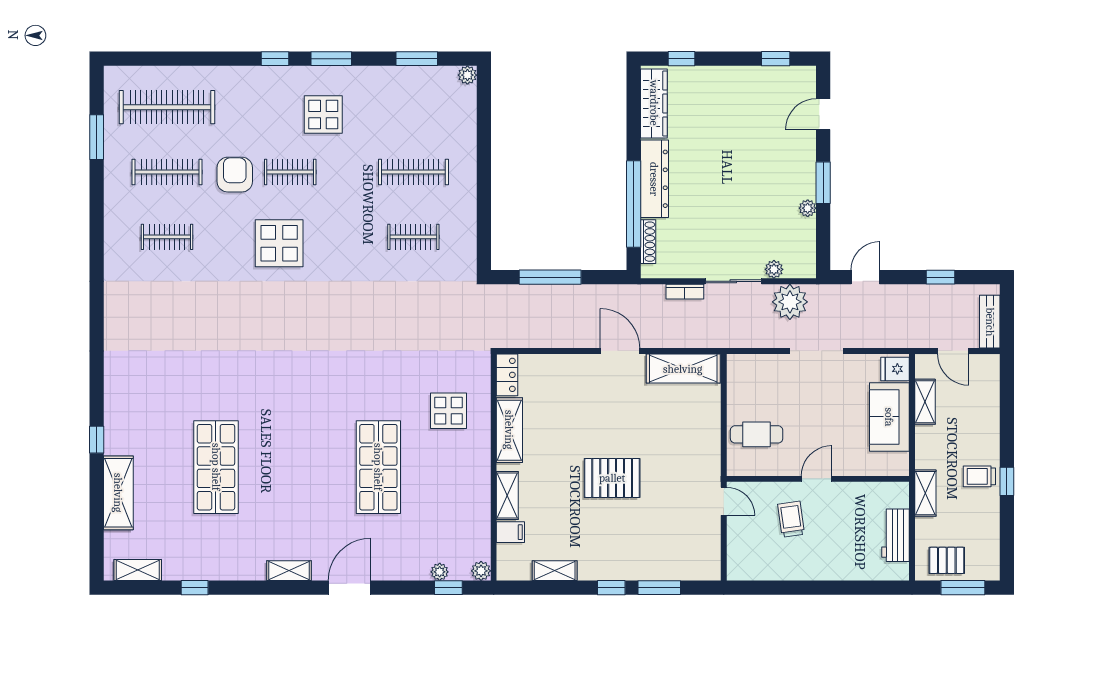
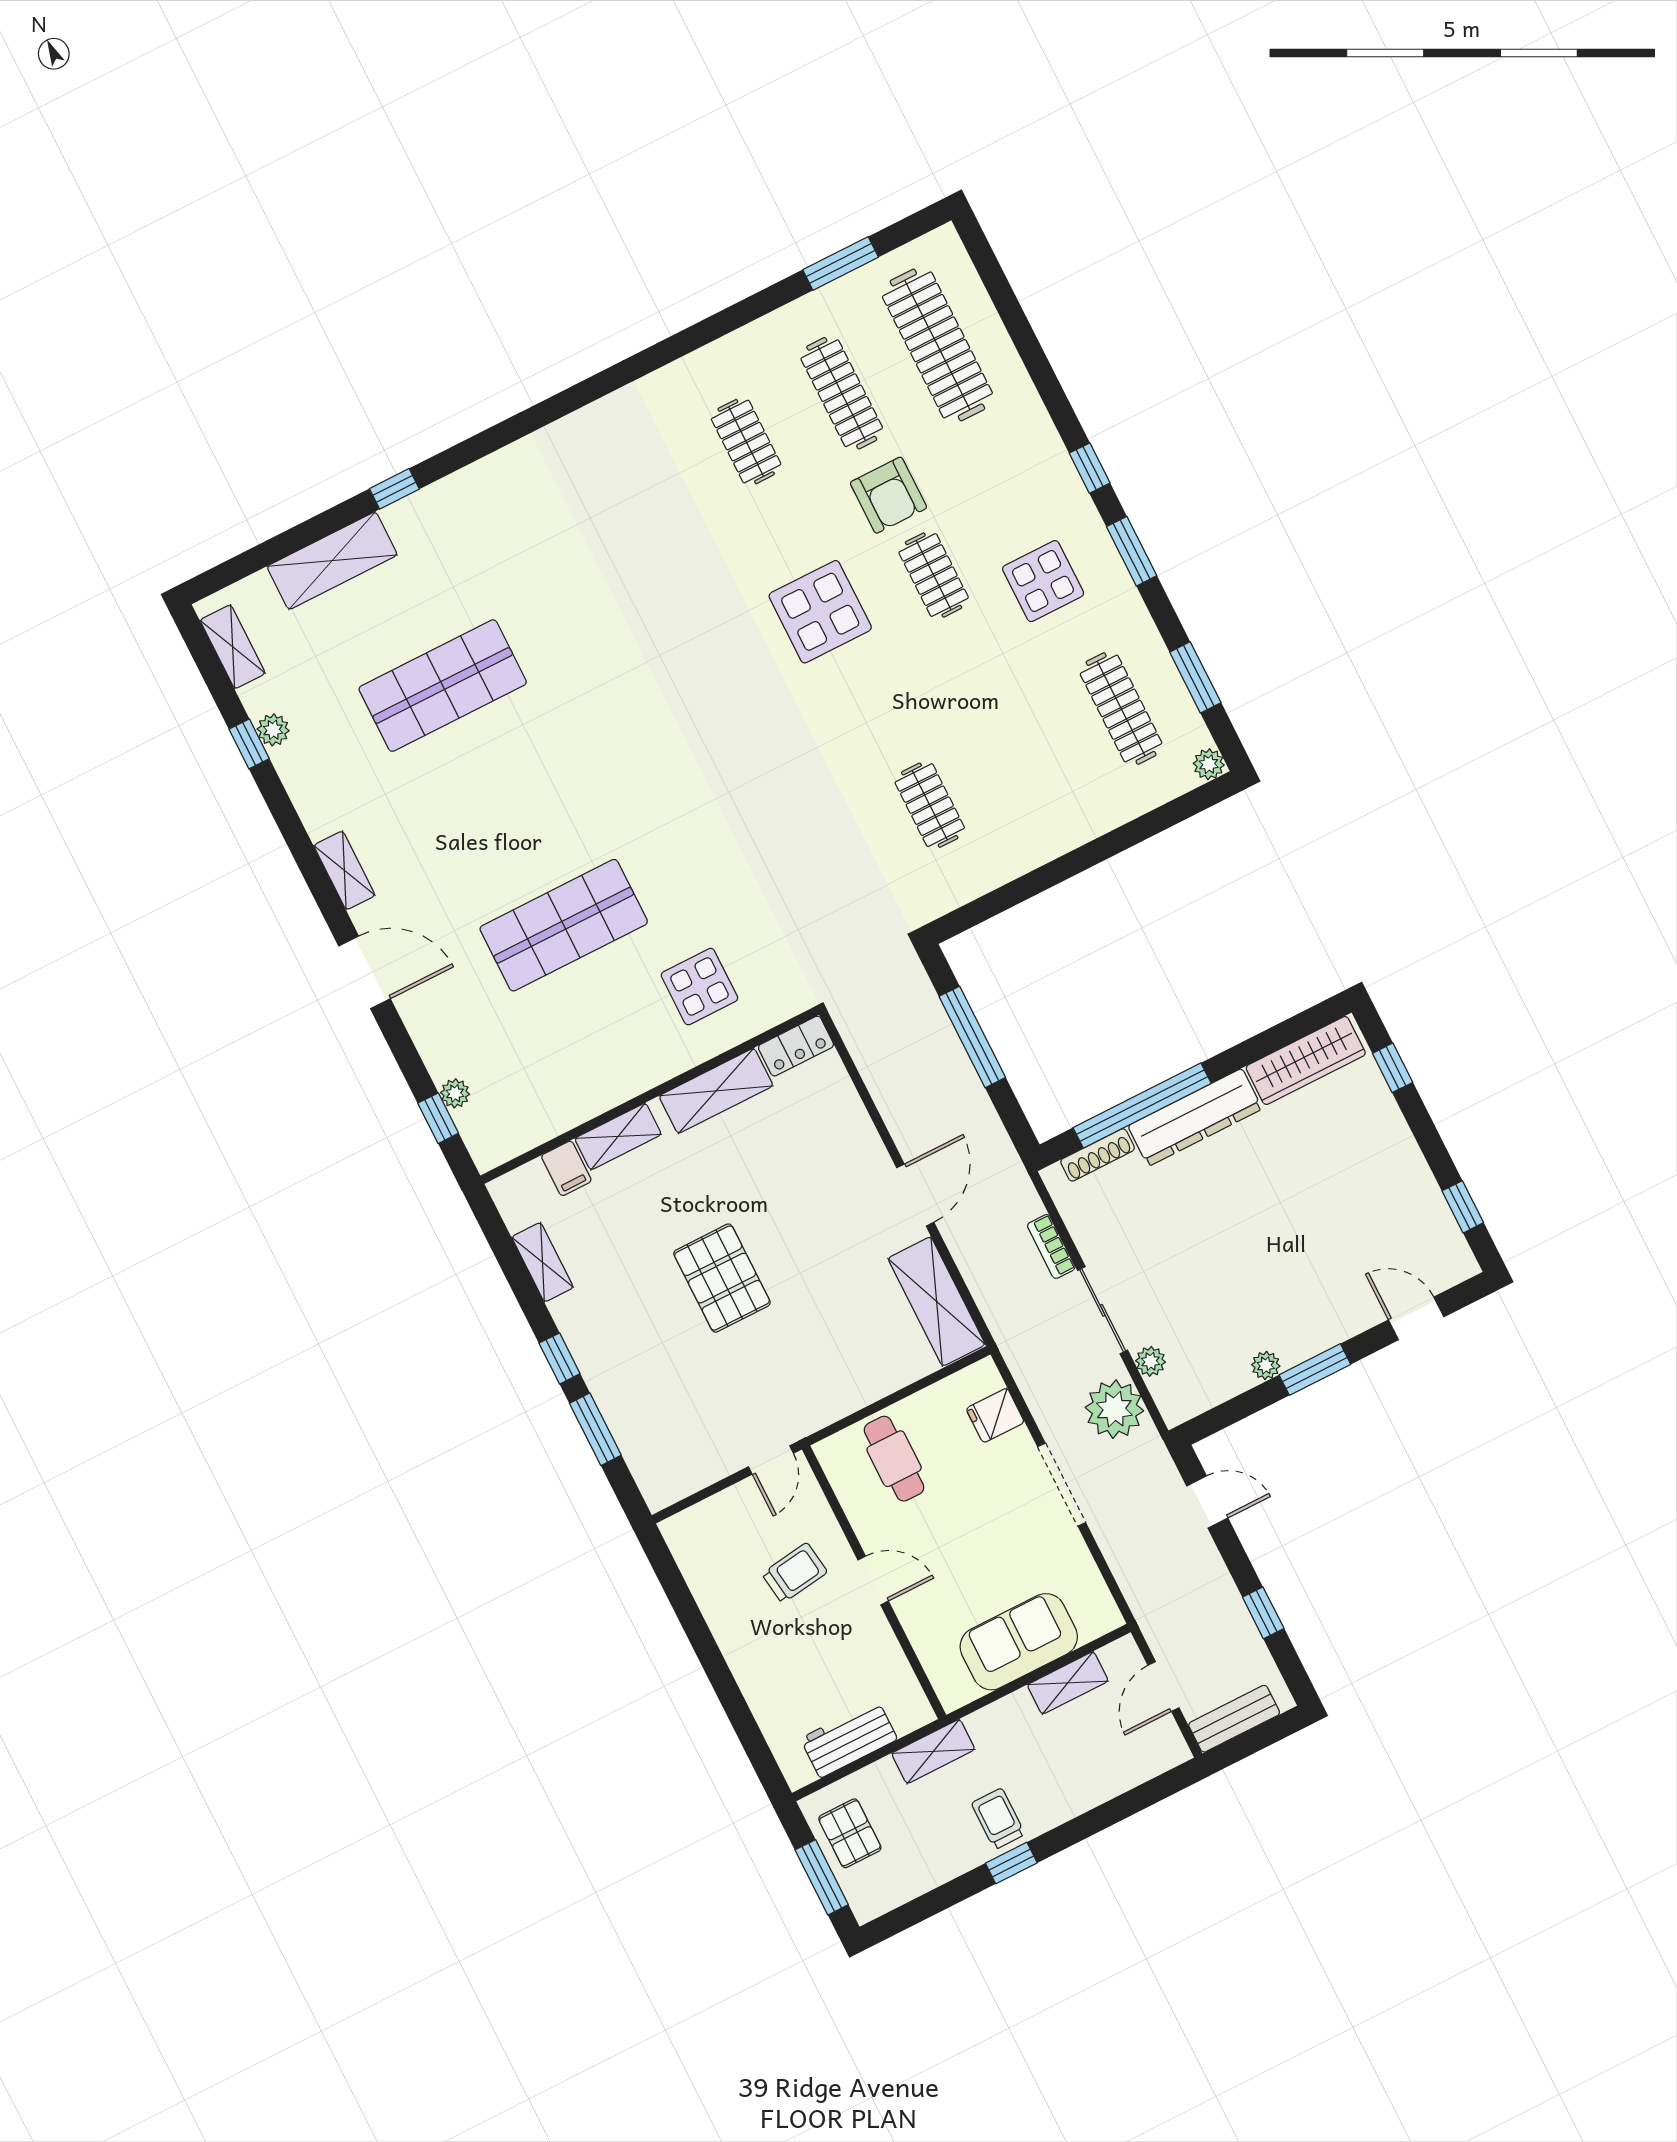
clothes rail: (413, 172) -> (1121, 709), moved
armchair: (235, 175) -> (888, 495), turned 90
fridge: (895, 369) -> (995, 1415), moved, turned -90
plant: (481, 571) -> (273, 730), moved

